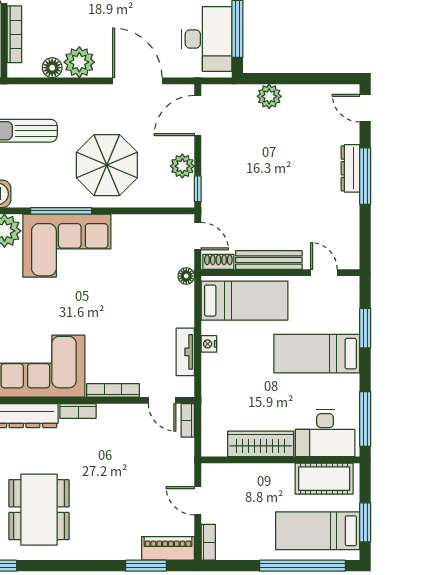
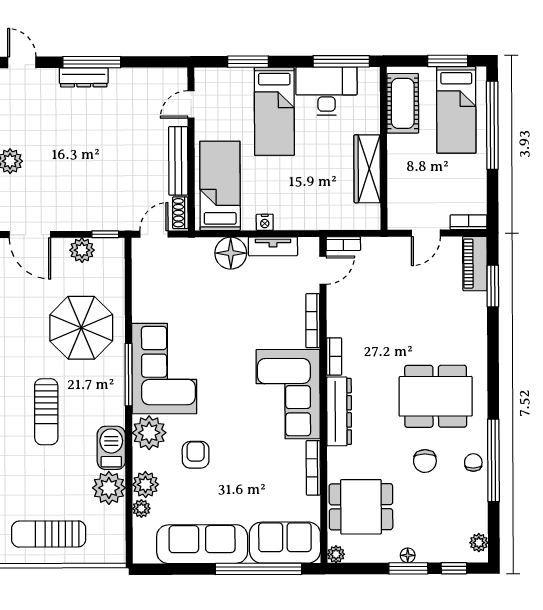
door: (365, 108) -> (22, 62), swing flipped
floor lamp: (186, 276) -> (231, 253), moved, width x1.89, depth x1.89
desk: (325, 433) -> (326, 91), moved, turned -90

